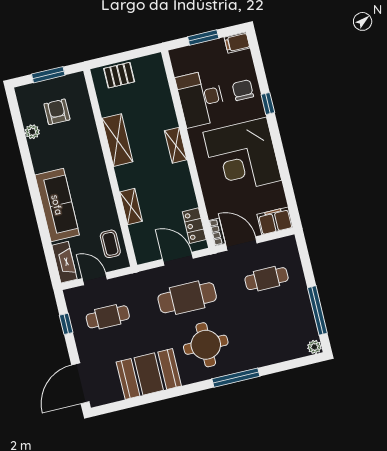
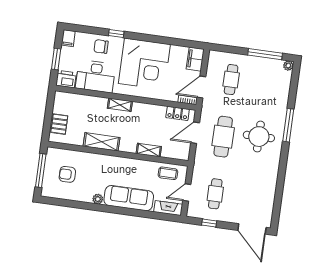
printer: (182, 61) -> (66, 79), added
window: (48, 75) -> (41, 171), width x1.44
plant: (32, 132) -> (98, 199), moved
booth: (149, 374) -> (263, 181), removed

